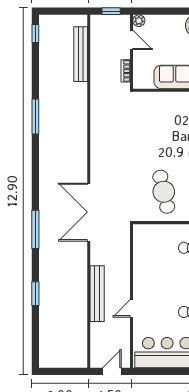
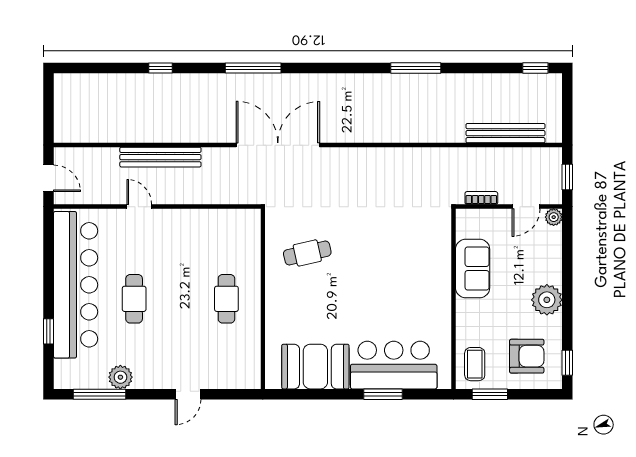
cafe table: (164, 192) -> (307, 253), width x0.73, depth x0.74
window: (35, 294) -> (161, 68), width x0.67

